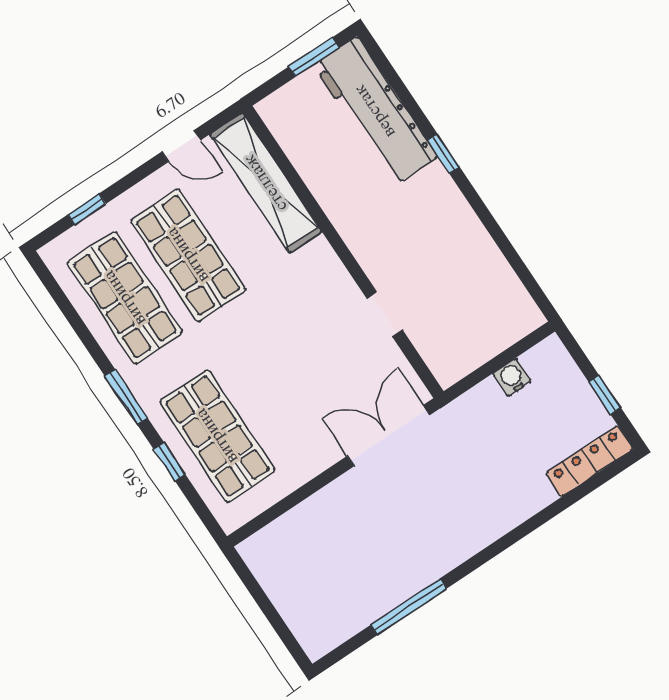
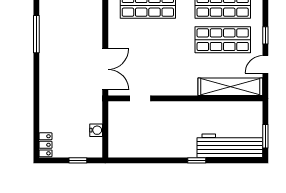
window: (87, 209) -> (265, 35), moved
doorway: (385, 314) -> (140, 98), moved
window: (605, 395) -> (78, 160), moved
locker: (589, 461) -> (46, 145), width x0.66

